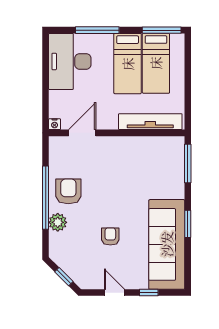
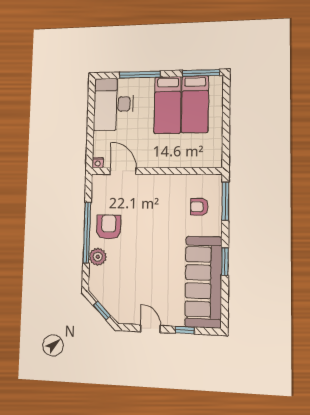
tv unit: (150, 122) -> (189, 160), removed
door: (82, 133) -> (123, 171), hinge flipped
armchair: (110, 236) -> (199, 207), moved, turned -90

